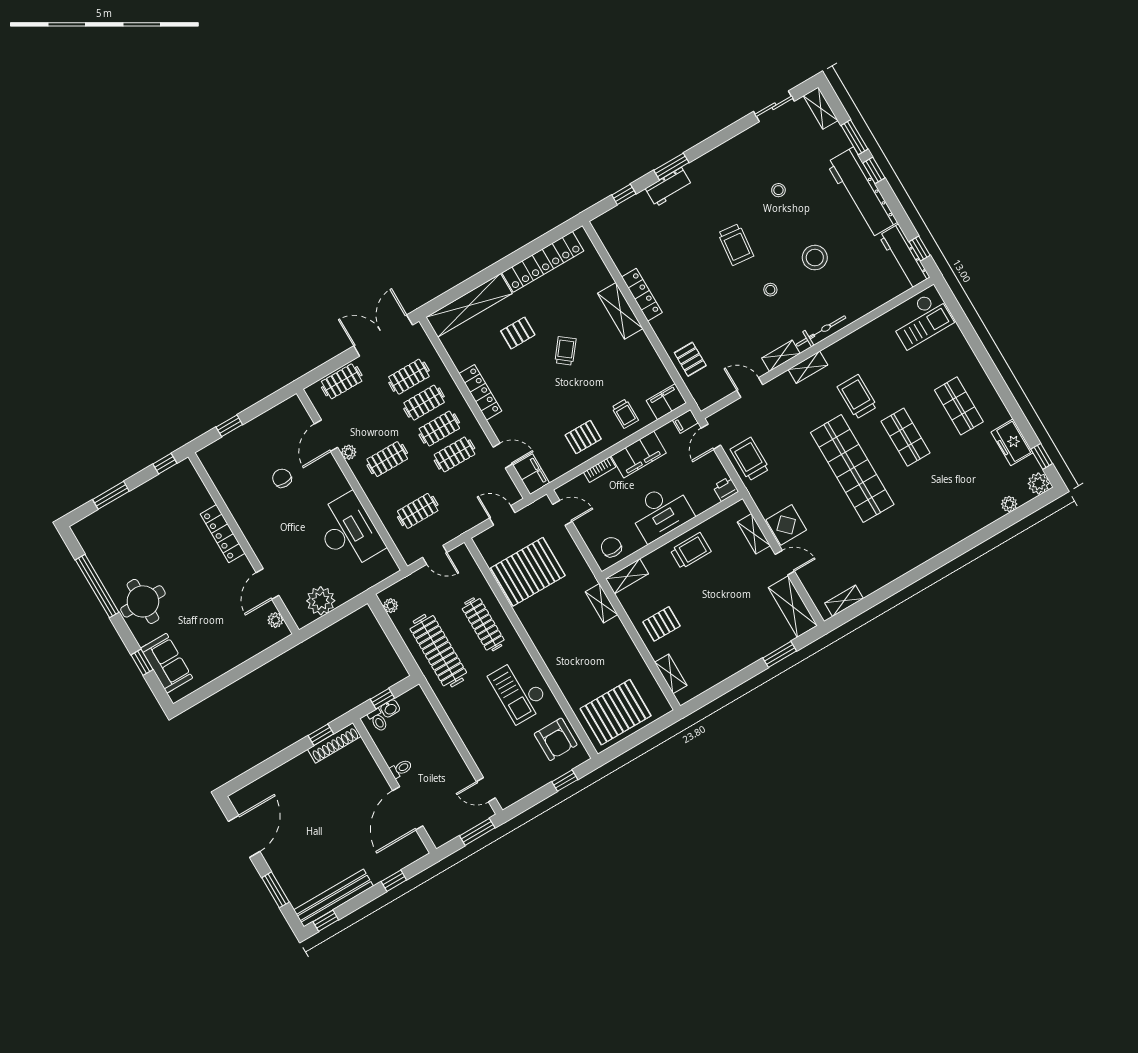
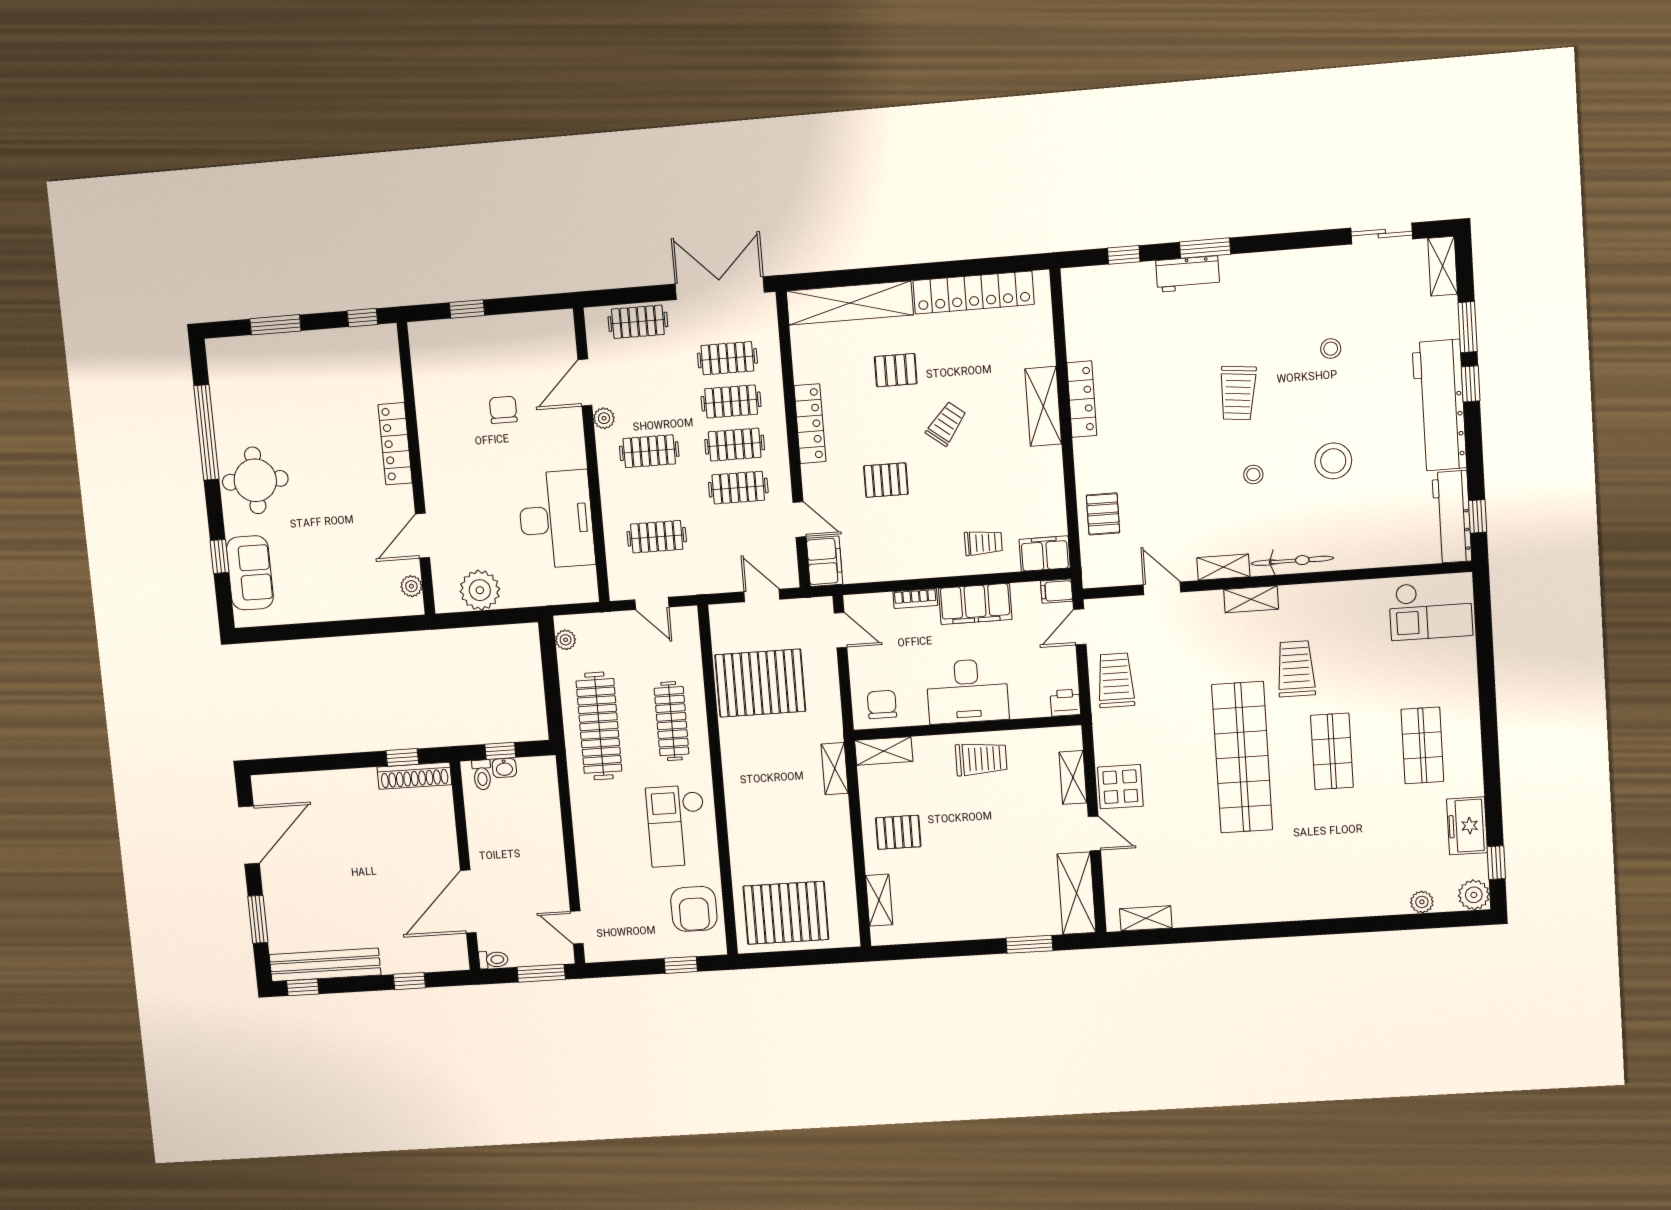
trolley: (625, 414) -> (983, 543), turned -90
pallet: (583, 437) -> (886, 480), moved
toilet: (401, 769) -> (493, 960), moved

